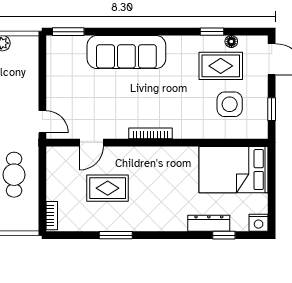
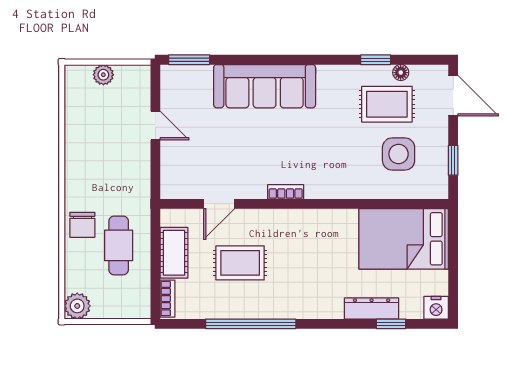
door: (42, 122) -> (155, 126), moved
bookcase: (150, 133) -> (286, 192), width x0.64
cot: (57, 180) -> (174, 253), added
window: (116, 235) -> (251, 324), width x2.11

